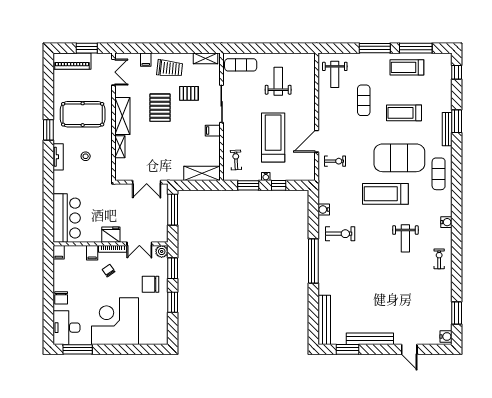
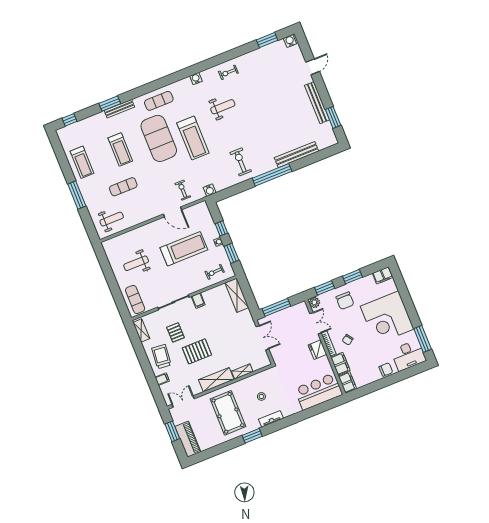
window: (416, 48) -> (63, 161), removed
treadmill: (273, 138) -> (184, 249), turned 180
water cooler: (324, 209) -> (210, 190), moved
filing cabinet: (59, 252) -> (347, 382), width x2.00
filing cabinet: (92, 253) -> (340, 364), width x2.00
bench: (324, 320) -> (296, 155), moved
filing cabinet: (161, 335) -> (383, 275), added

